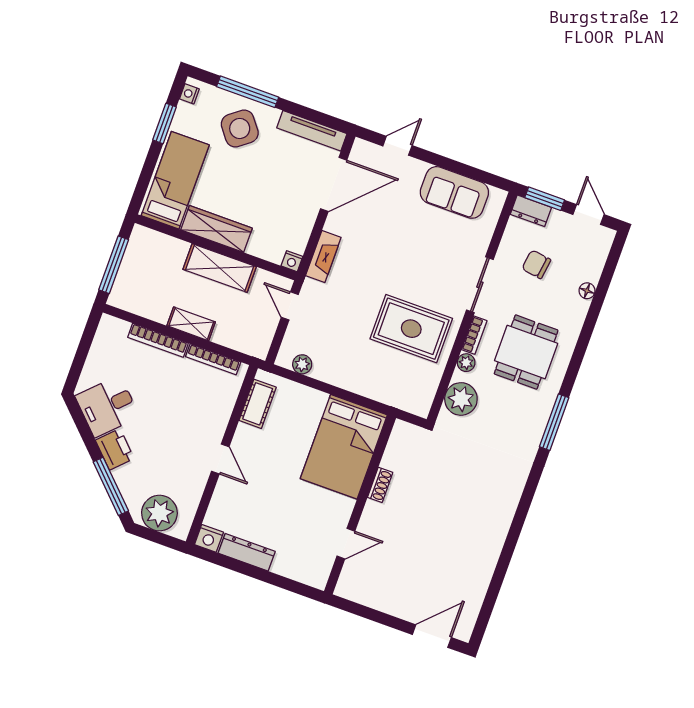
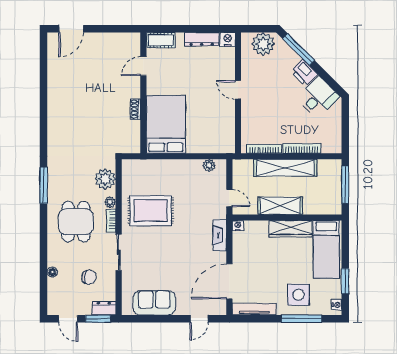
side table: (240, 128) -> (298, 295), turned 38
shelving: (191, 324) -> (285, 168), width x2.20, depth x1.33
cot: (258, 404) -> (161, 40), moved, turned 90

